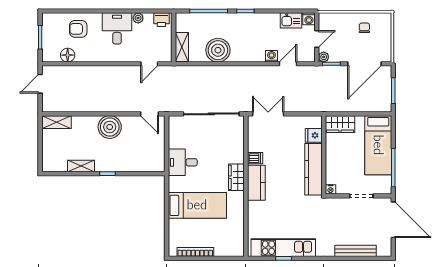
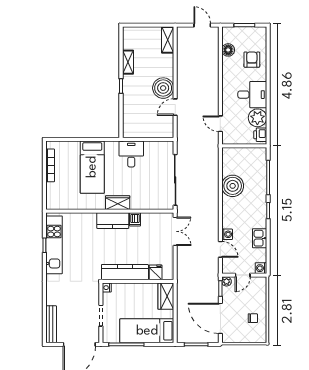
plant: (138, 18) -> (257, 118), width x1.88, depth x1.88
kitchen sink: (291, 20) -> (260, 238), moved
door: (317, 39) -> (243, 275), hinge flipped
shelving: (182, 47) -> (235, 153), removed
door: (149, 114) -> (175, 107), moved
bench: (356, 251) -> (51, 324), moved

